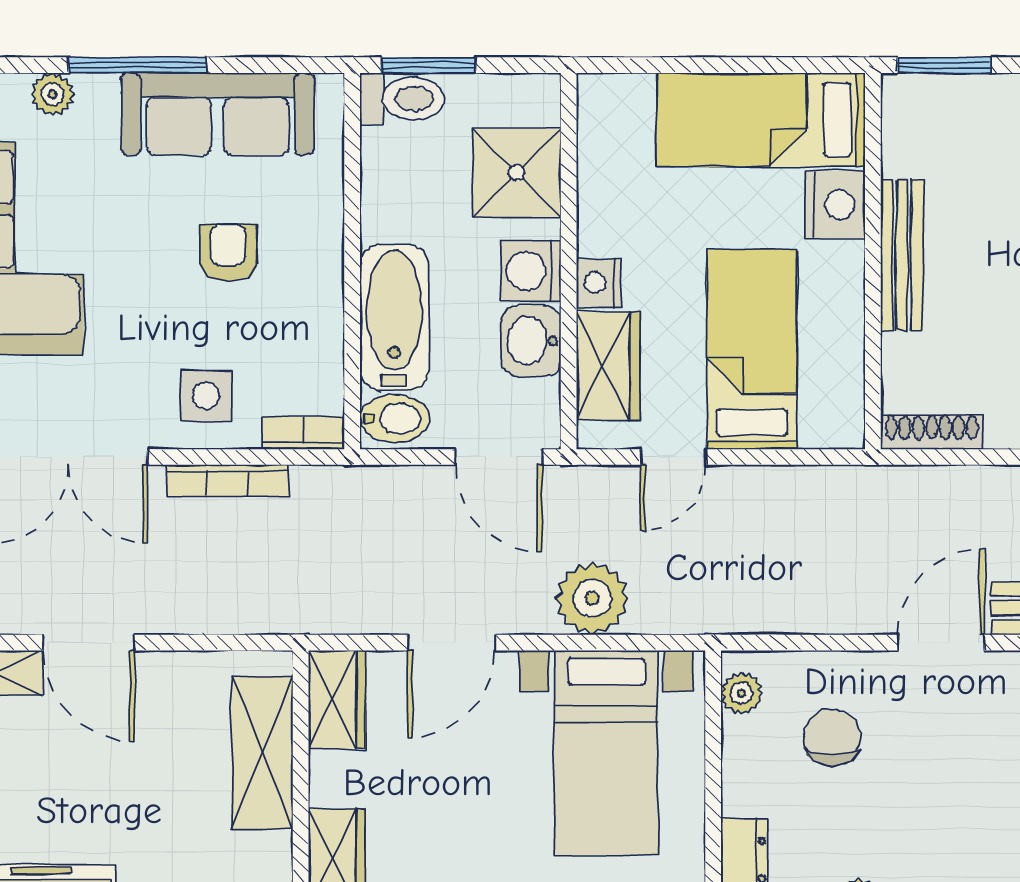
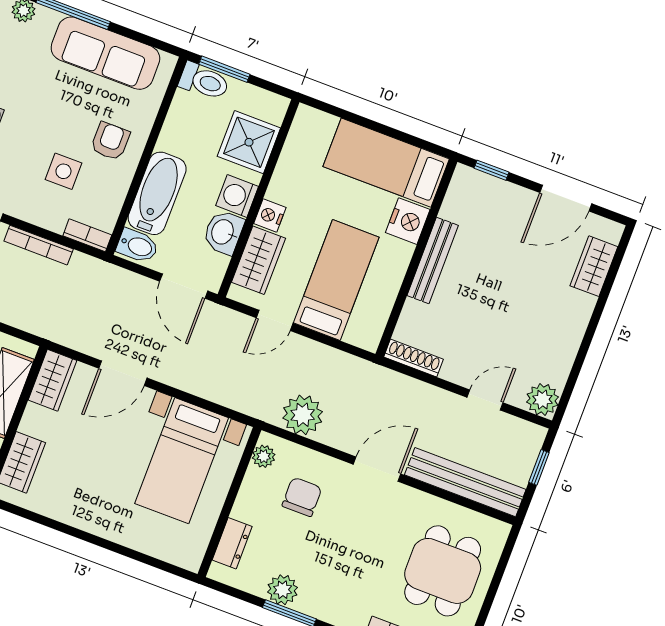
window: (944, 65) -> (492, 170), width x0.67
armchair: (228, 253) -> (110, 141), moved
side table: (206, 395) -> (63, 171), moved
plant: (592, 598) -> (303, 415), moved

